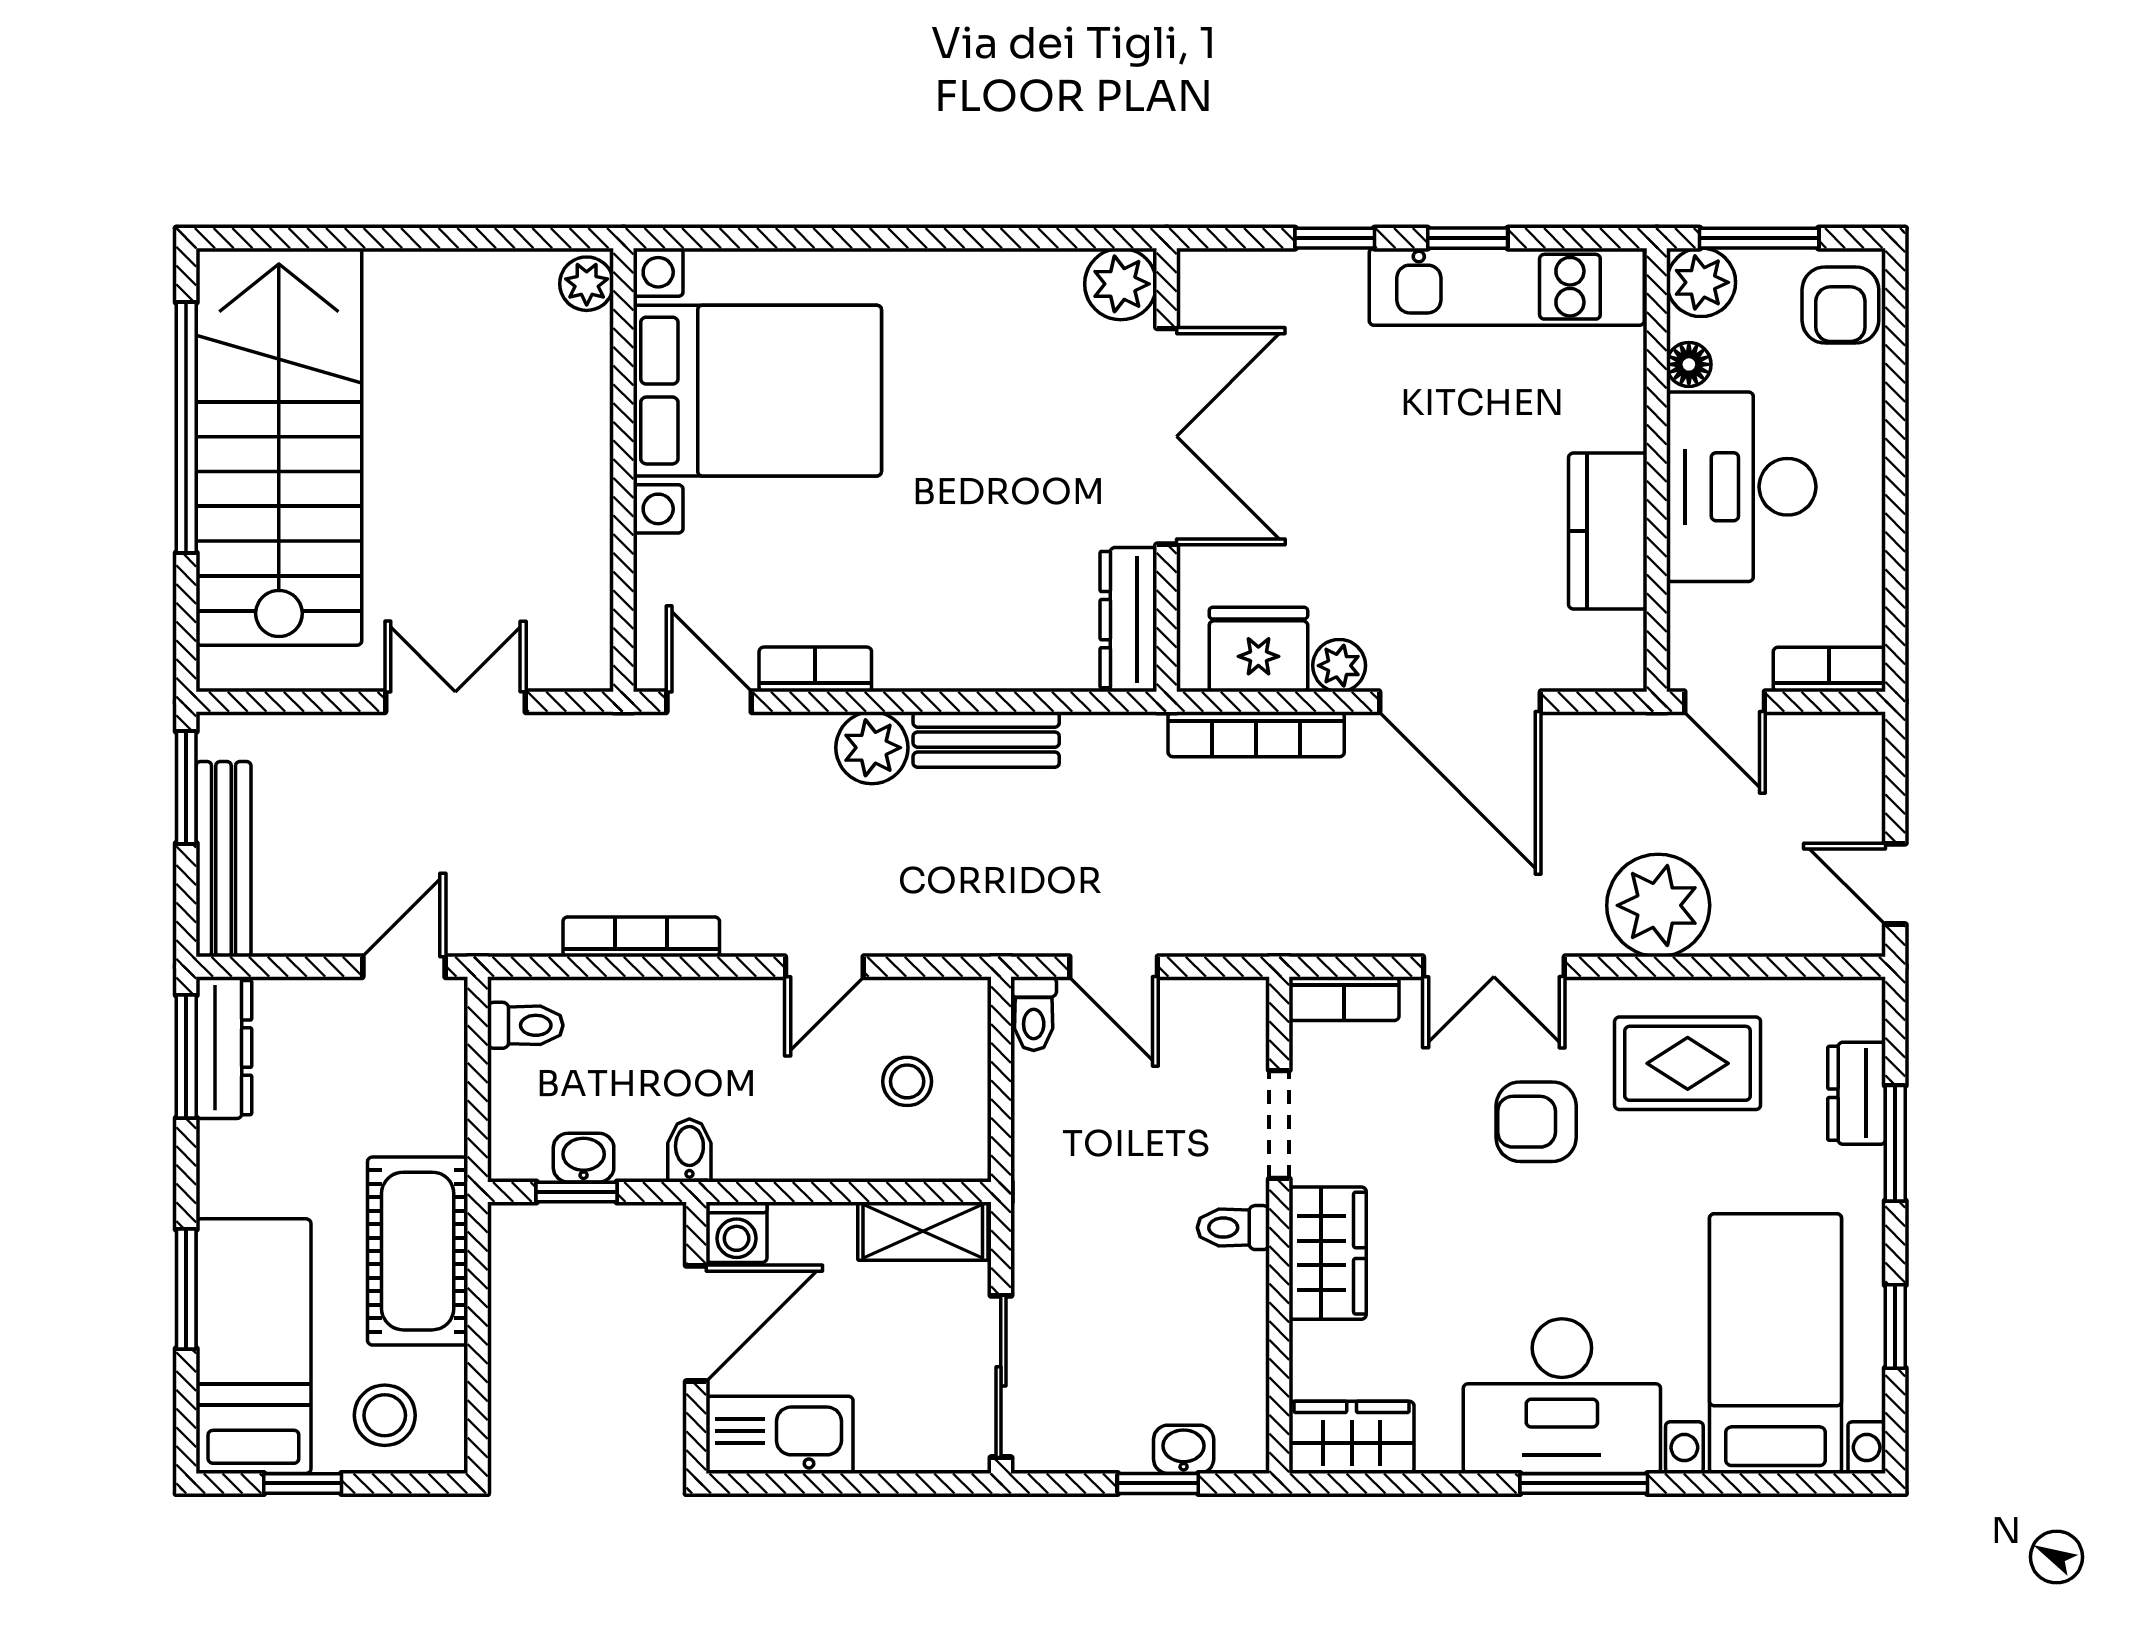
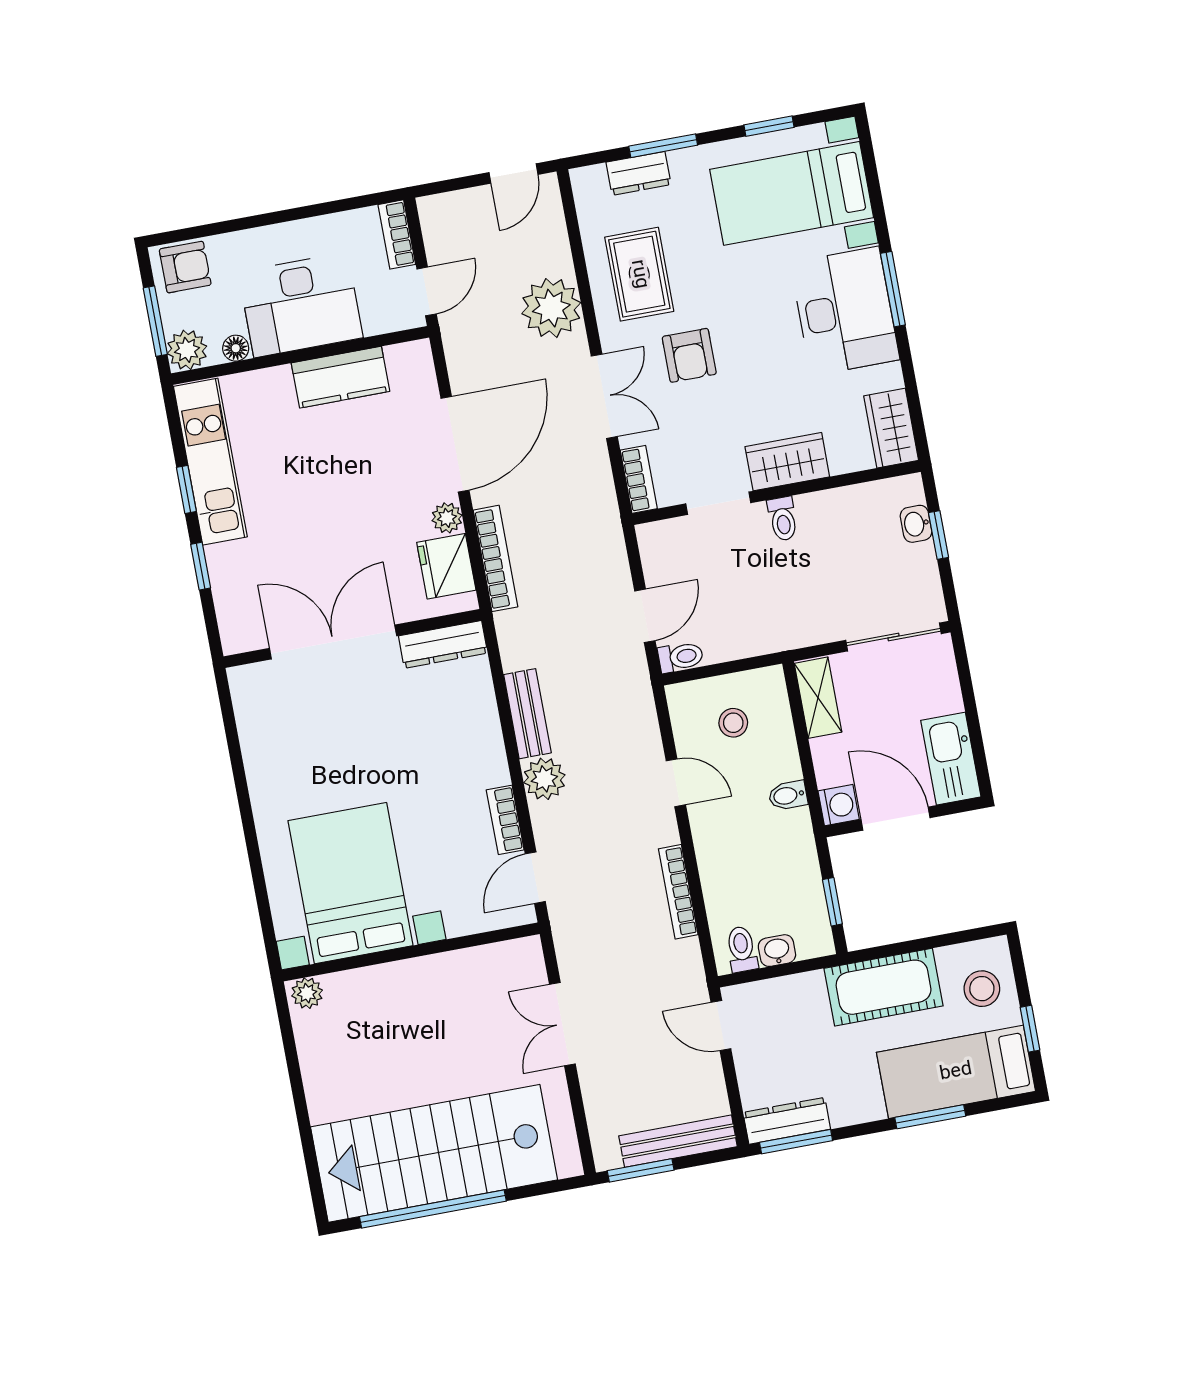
plant: (1121, 284) -> (250, 685), removed
bidet: (689, 1150) -> (788, 795), moved
washbasin: (584, 1158) -> (777, 951), moved, turned 90

